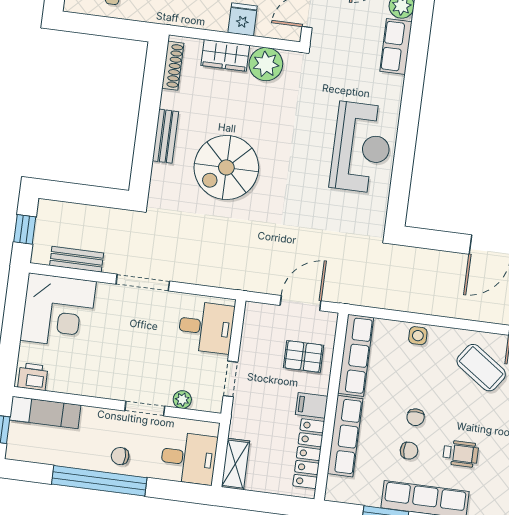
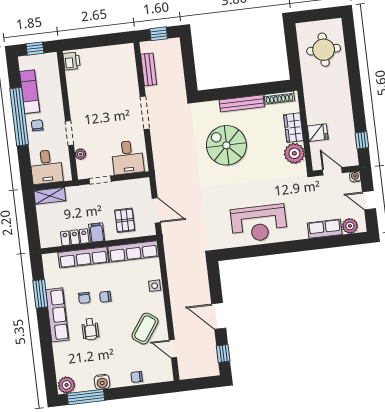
bench: (165, 136) -> (242, 103), width x1.36
corner desk: (58, 311) -> (115, 66), removed
exam couch: (45, 412) -> (30, 92), moved, turned 180
locker: (309, 454) -> (75, 237), width x0.66

